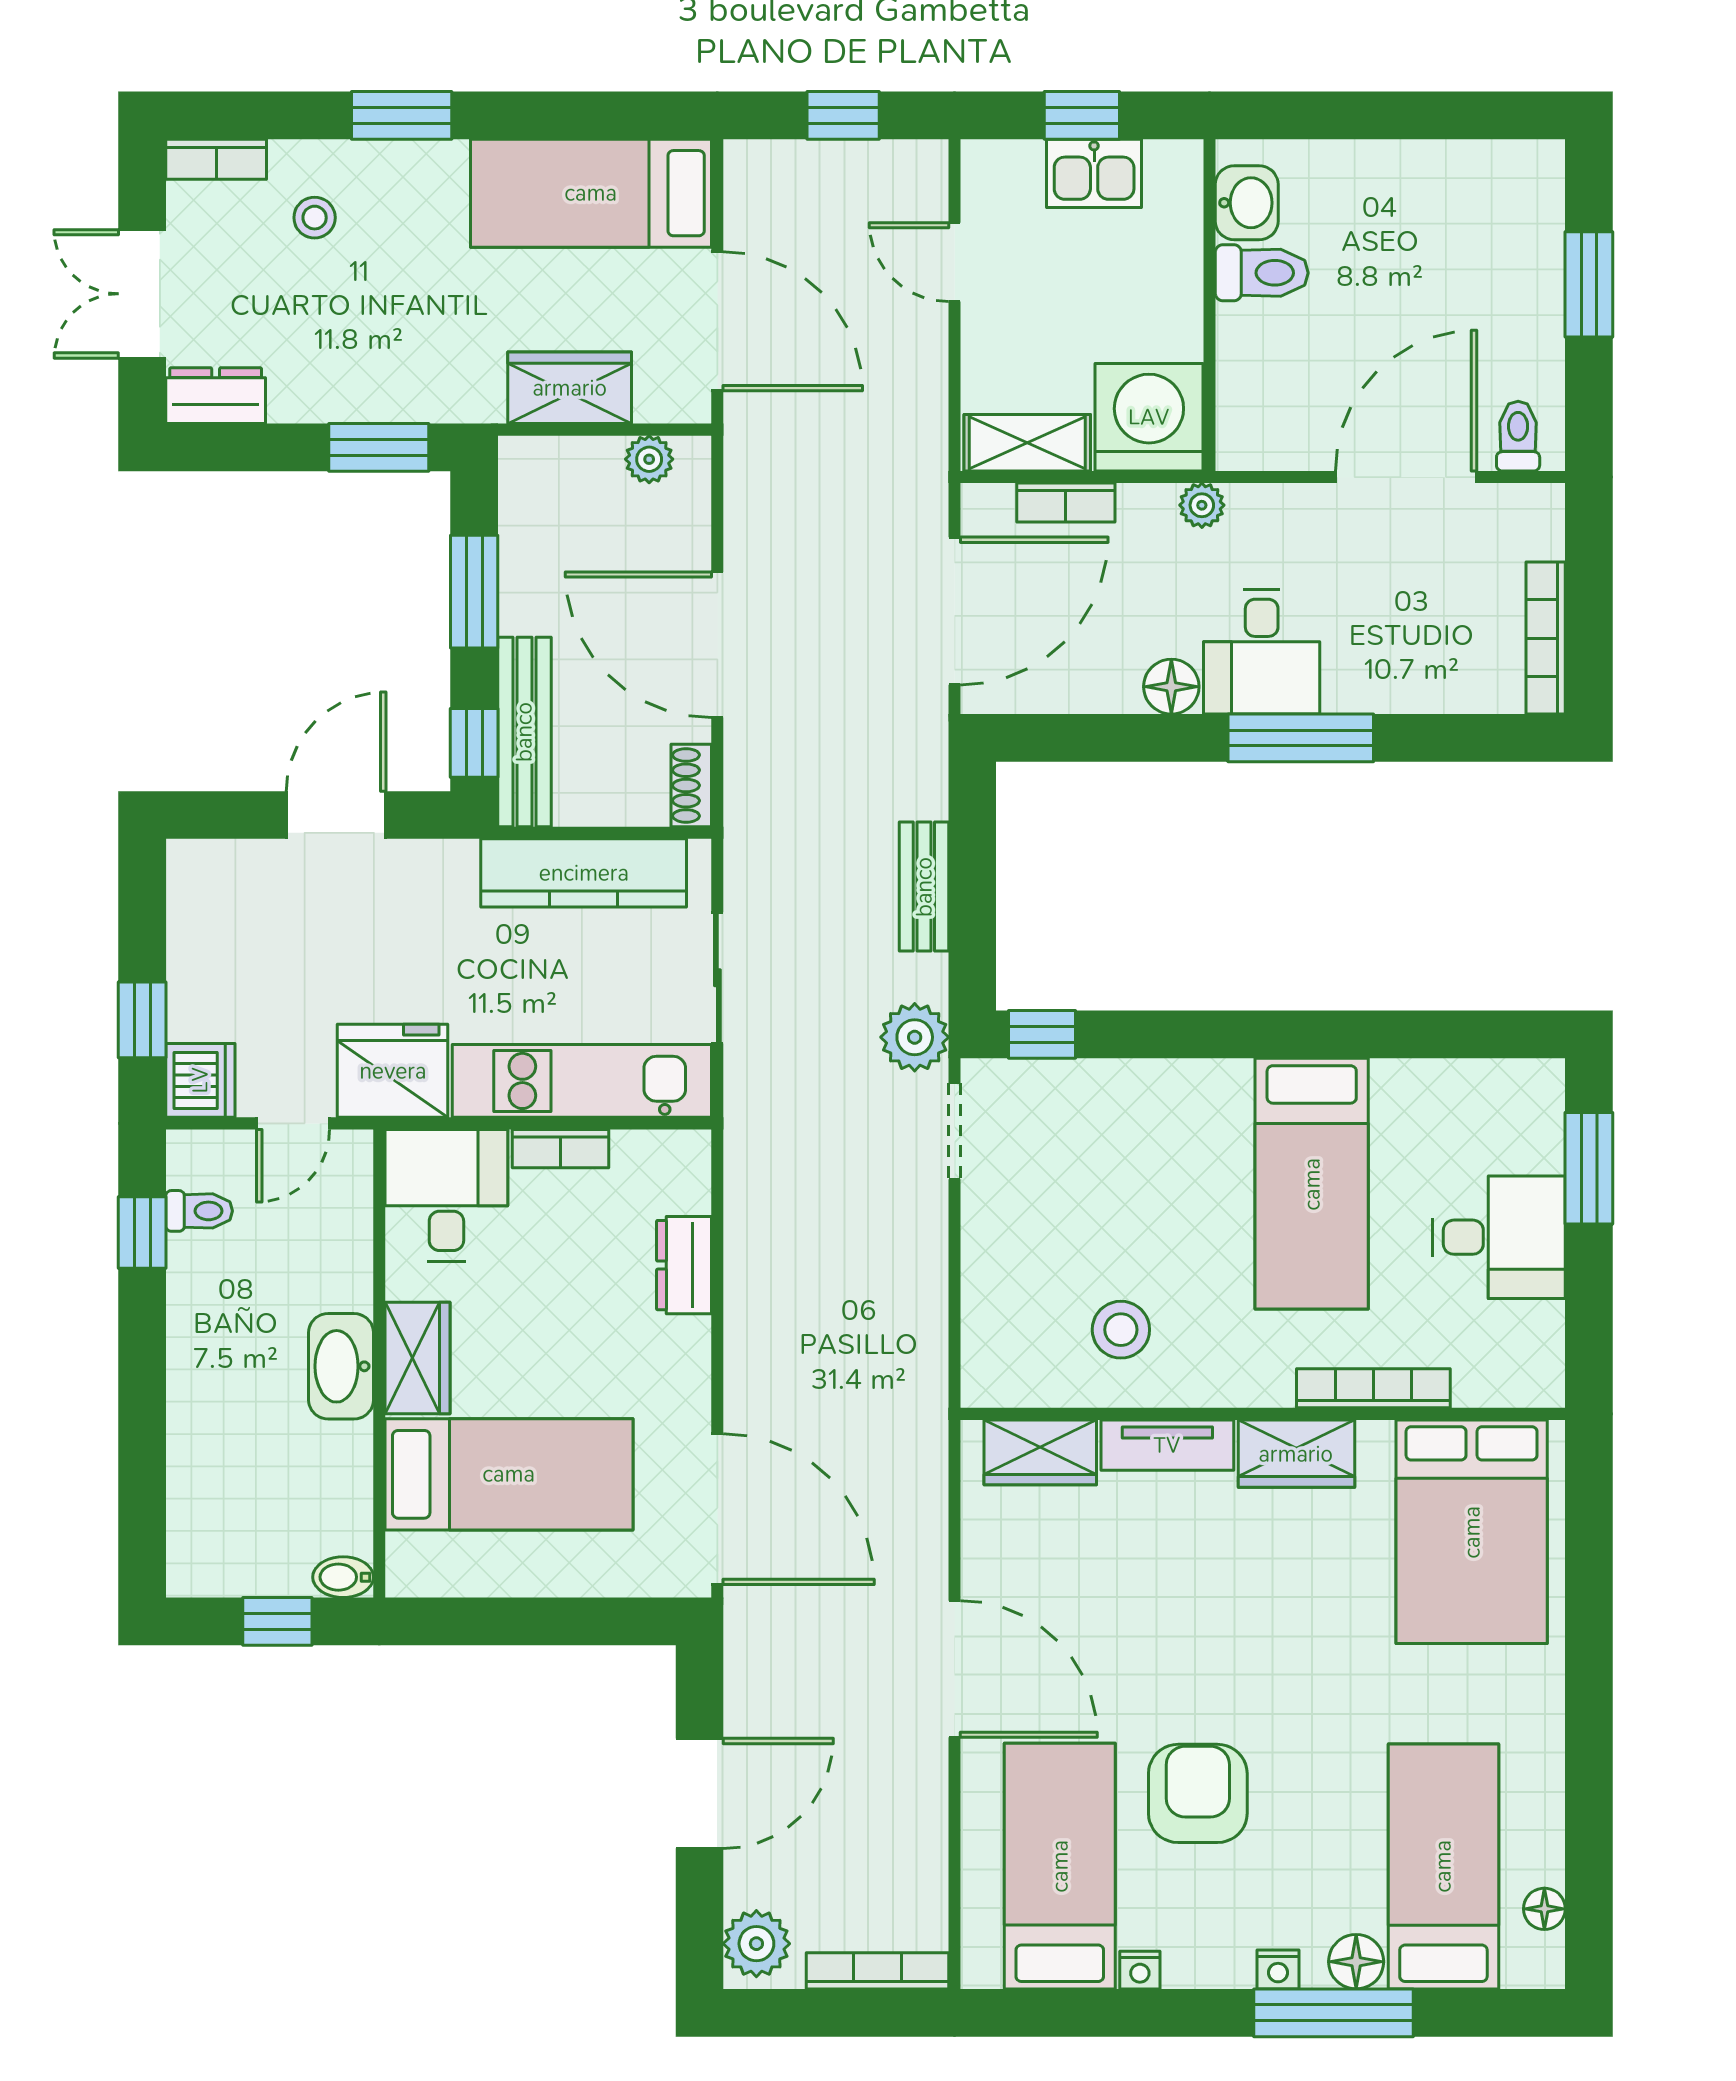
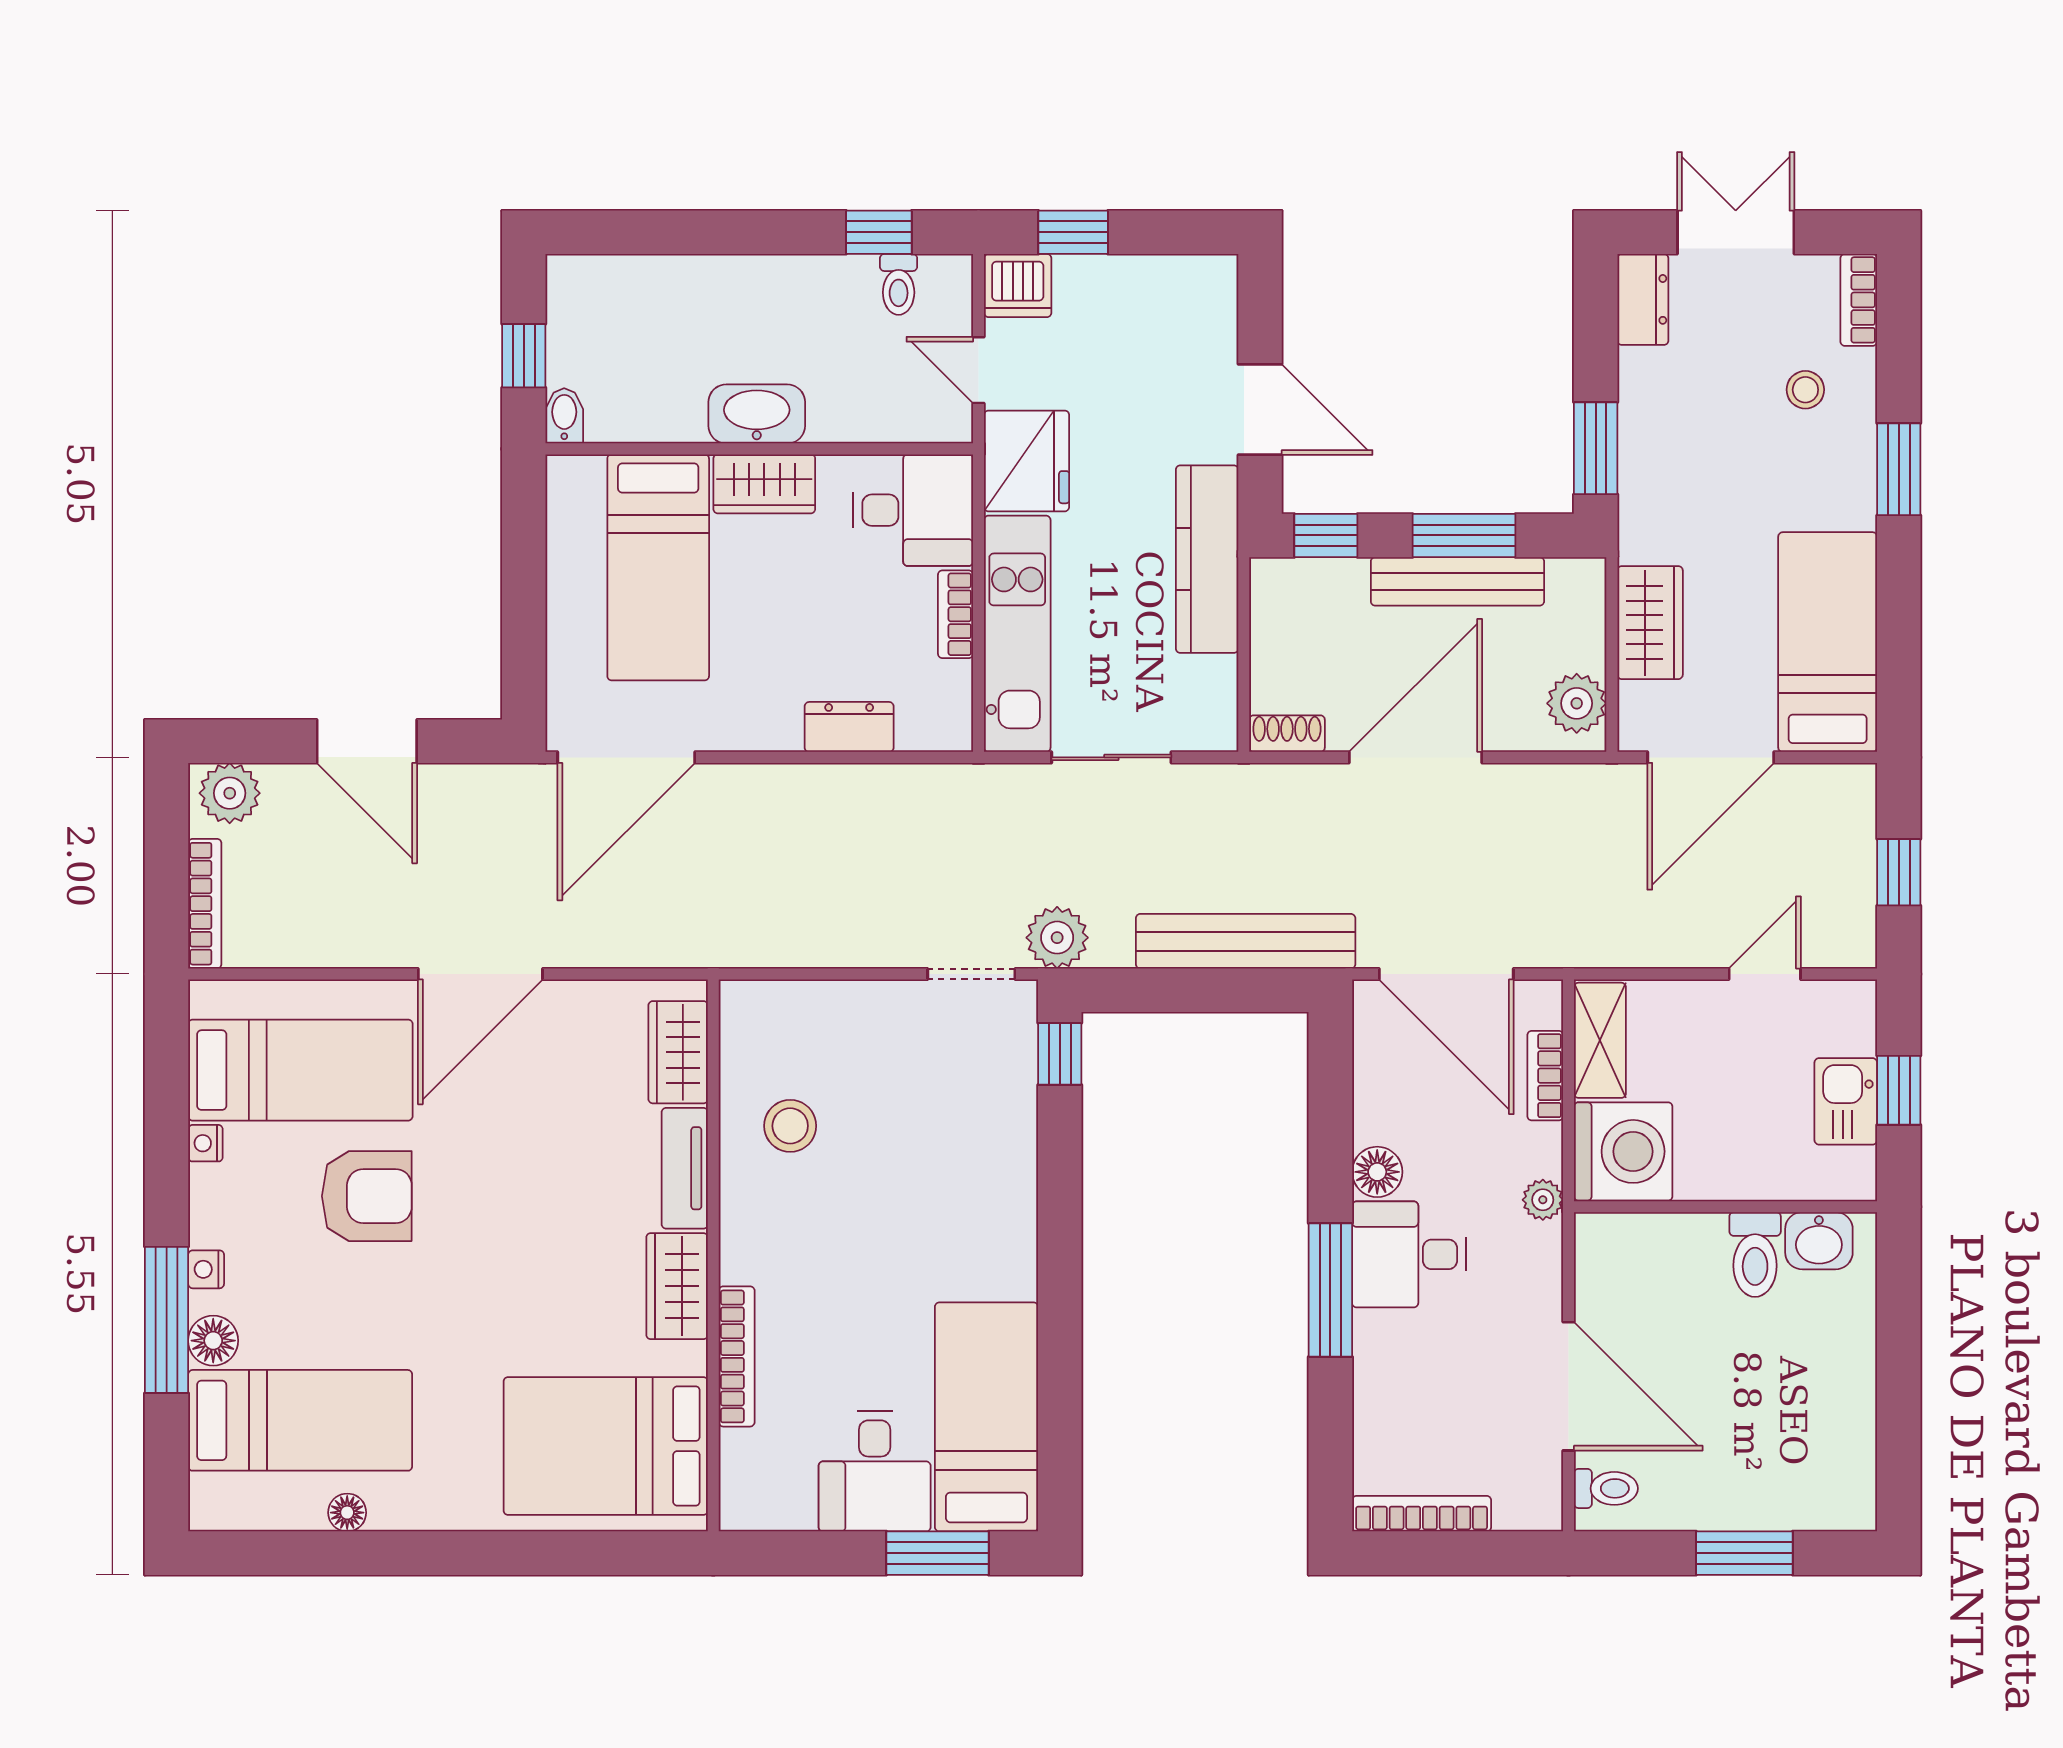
plant: (649, 459) -> (1577, 703), width x1.38, depth x1.38
bench: (524, 732) -> (1457, 581), moved
kitchen counter: (584, 873) -> (1207, 559), moved
bench: (924, 887) -> (1246, 941), width x1.86, depth x1.21
bed: (1312, 1184) -> (987, 1417), moved, turned 90
floor lamp: (1544, 1909) -> (347, 1513), moved

